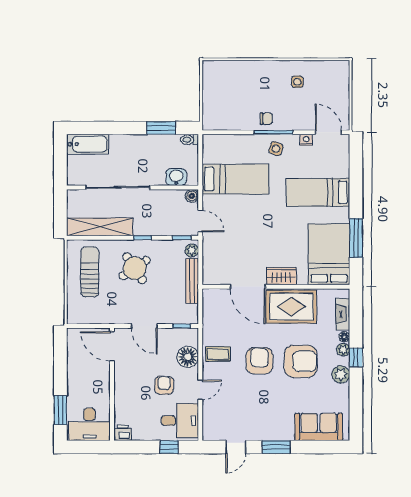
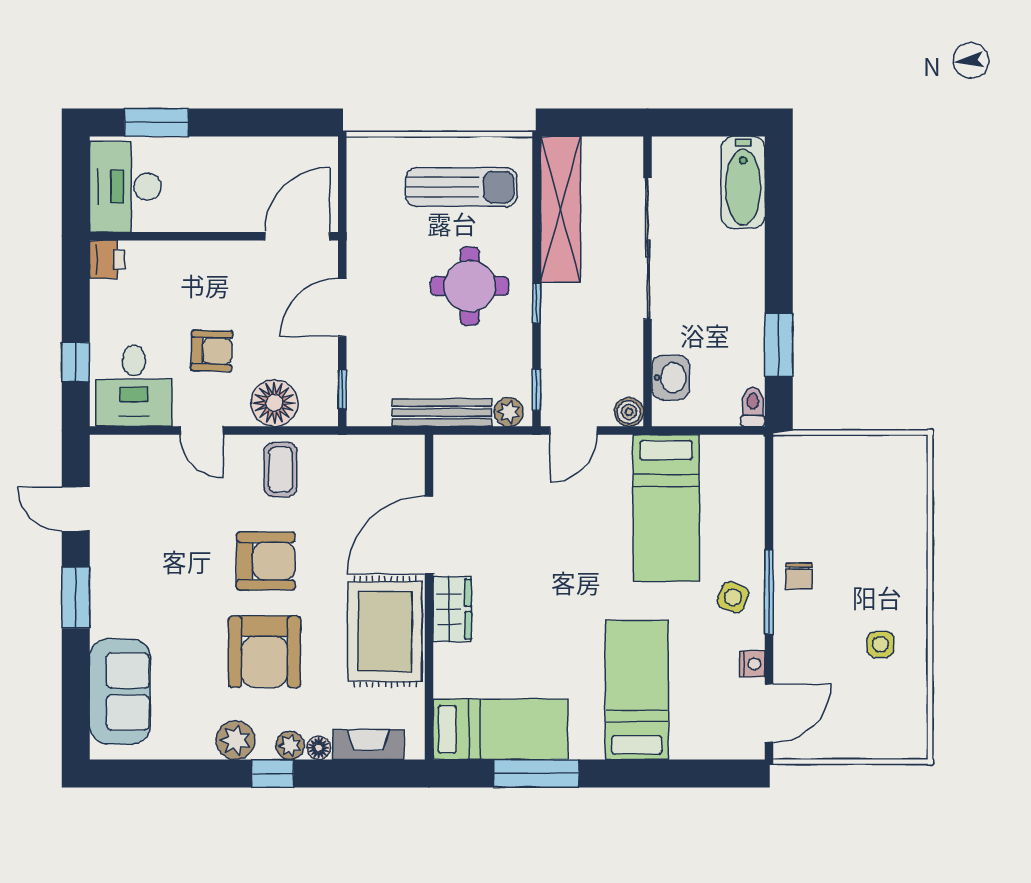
bed: (329, 254) -> (500, 729), width x0.67
round table: (135, 268) -> (470, 286), turned 34

